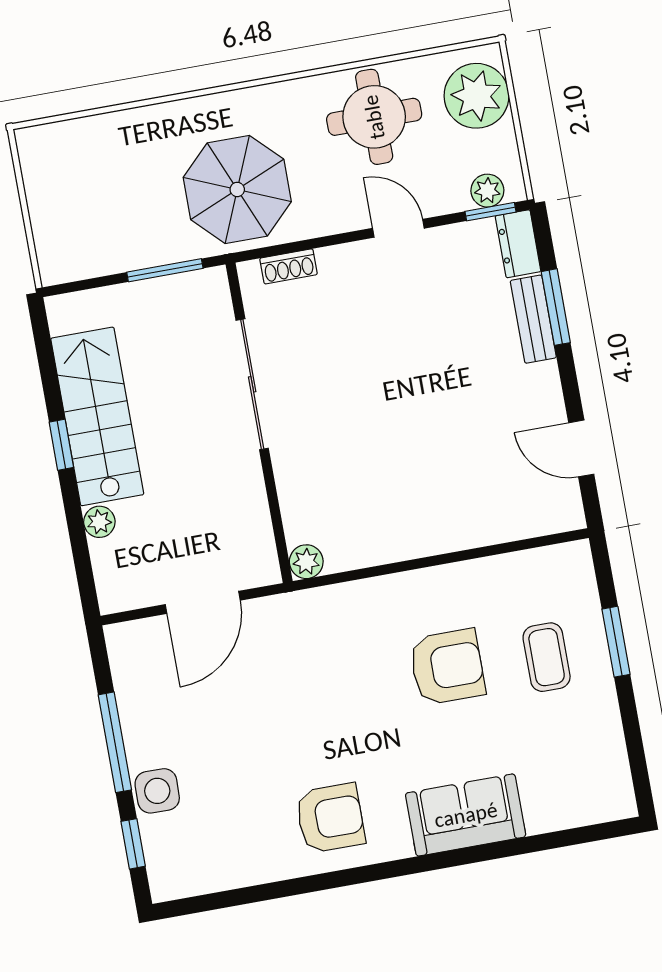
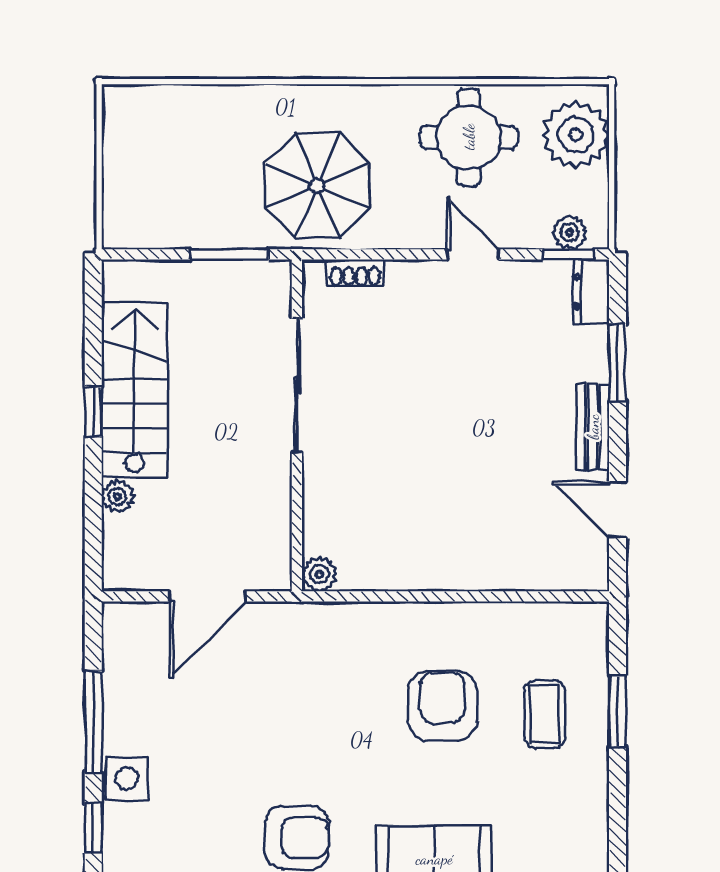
bench: (533, 319) -> (593, 427), moved
armchair: (447, 667) -> (443, 706), turned -90

